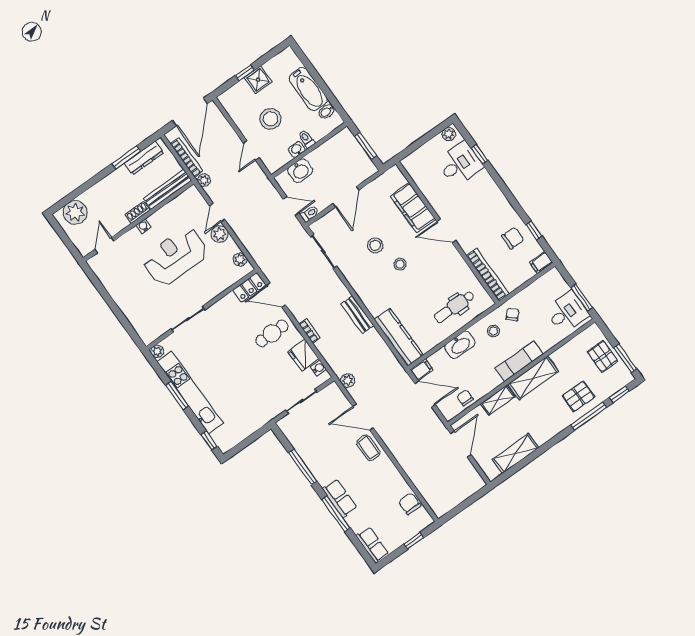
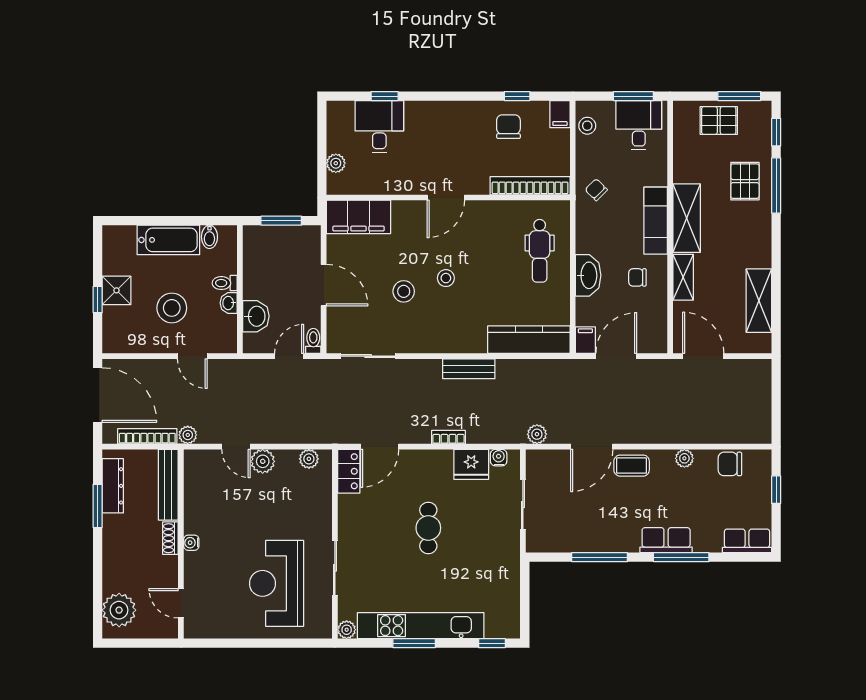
plant: (449, 134) -> (336, 163), moved
filing cabinet: (413, 208) -> (359, 217), moved
reception desk: (175, 256) -> (277, 583), moved
stool: (493, 331) -> (587, 126), moved
cafe table: (272, 333) -> (428, 528), moved
chair: (465, 398) -> (637, 277), moved
plant: (394, 475) -> (684, 458), added

